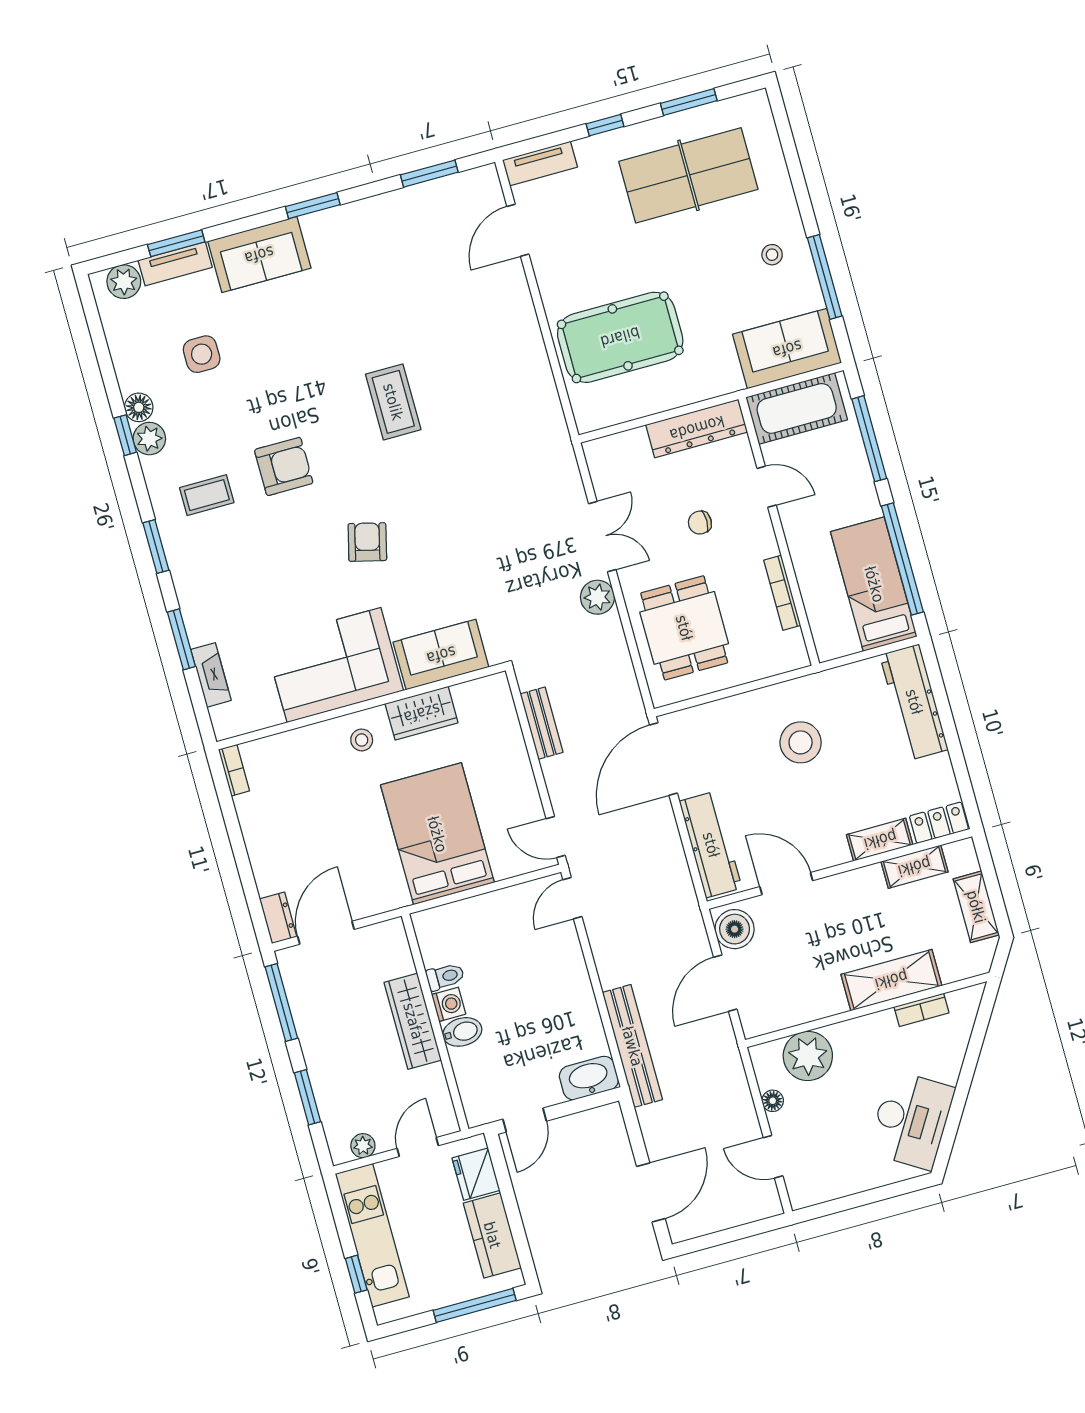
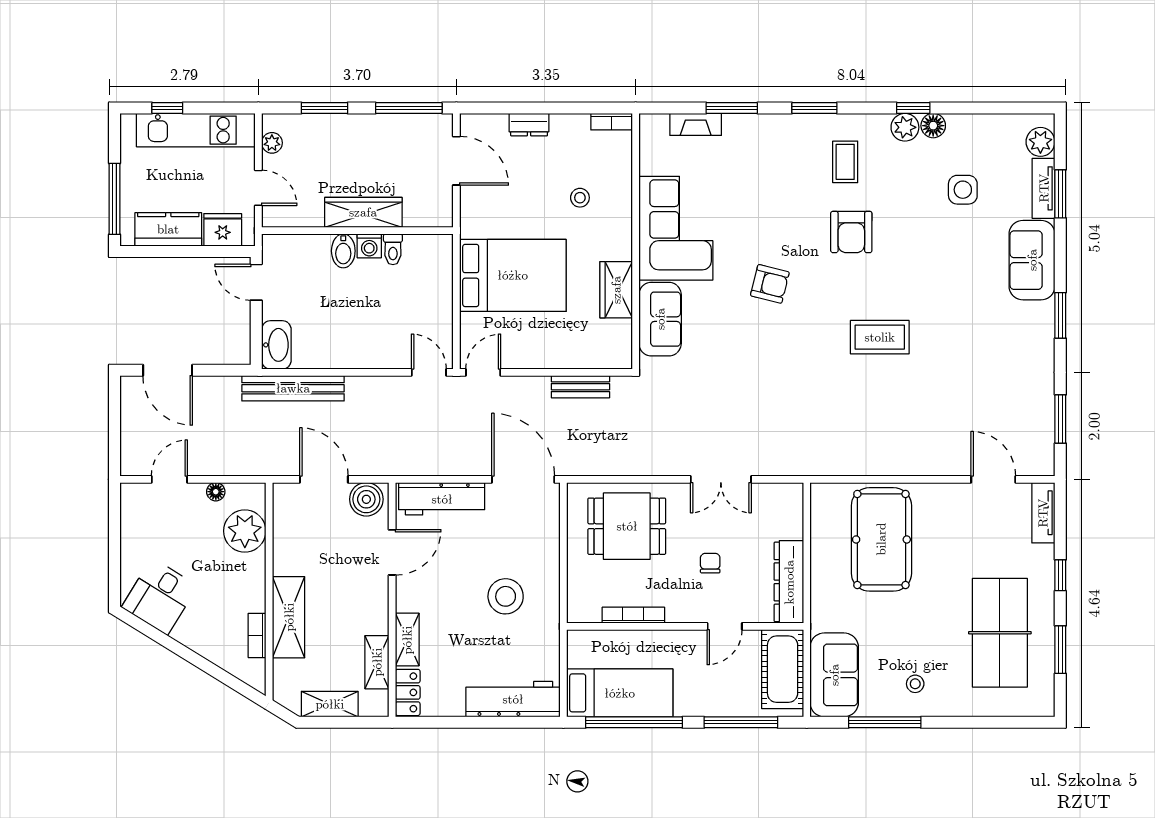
plant: (597, 597) -> (672, 462), removed
stool: (362, 740) -> (580, 198), moved
dresser: (278, 918) -> (529, 125), moved
desk: (911, 1120) -> (160, 596), width x0.73

